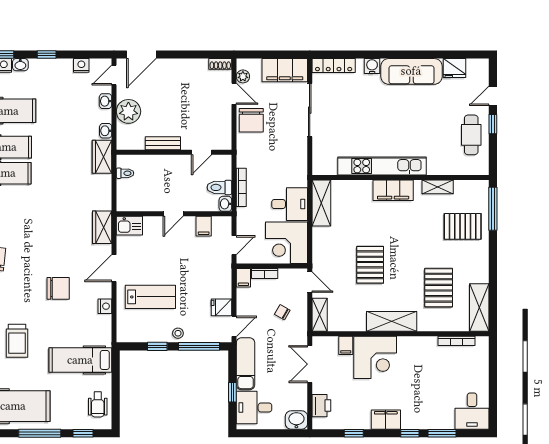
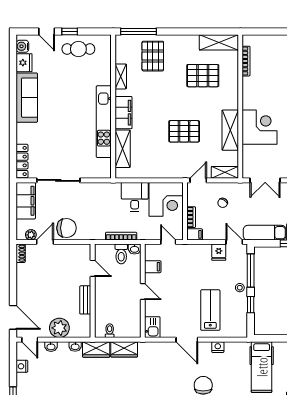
water cooler: (372, 66) -> (22, 46), moved
shelving: (321, 203) -> (123, 149), moved, turned 90
wardrobe: (102, 227) -> (124, 349), moved
shelving: (392, 321) -> (230, 130), moved
filing cabinet: (346, 345) -> (250, 151), removed

